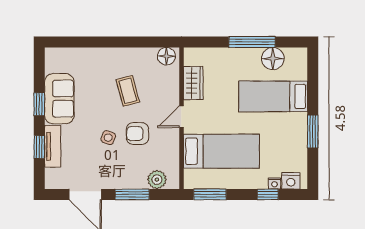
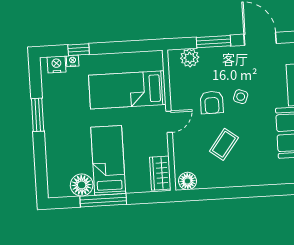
wardrobe: (193, 83) -> (160, 173), moved
coffee table: (128, 91) -> (224, 144), turned 52
bed: (273, 96) -> (108, 160), moved, turned -90
armchair: (137, 134) -> (212, 102), turned 90
window: (210, 194) -> (136, 46), removed

